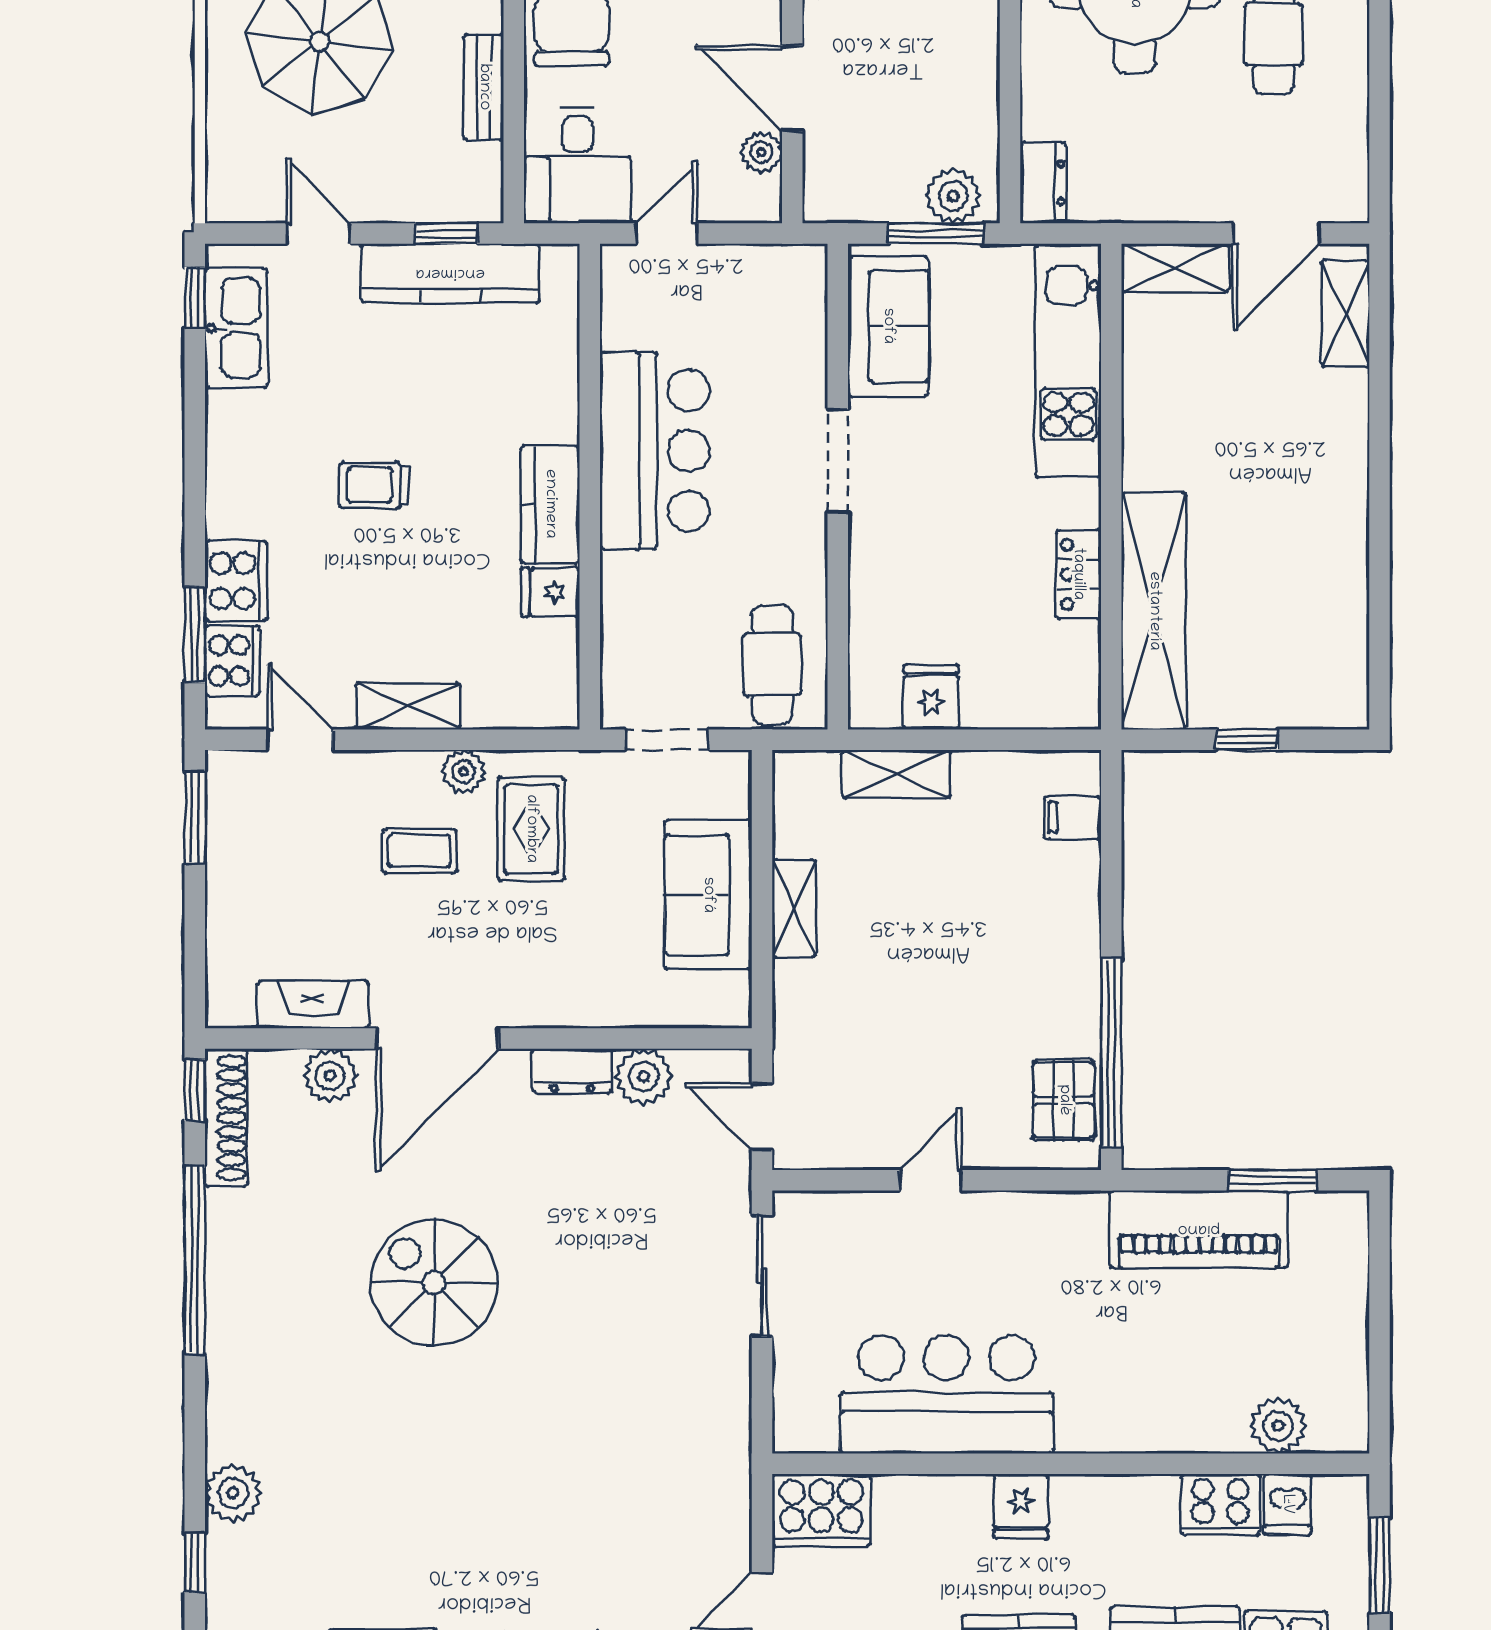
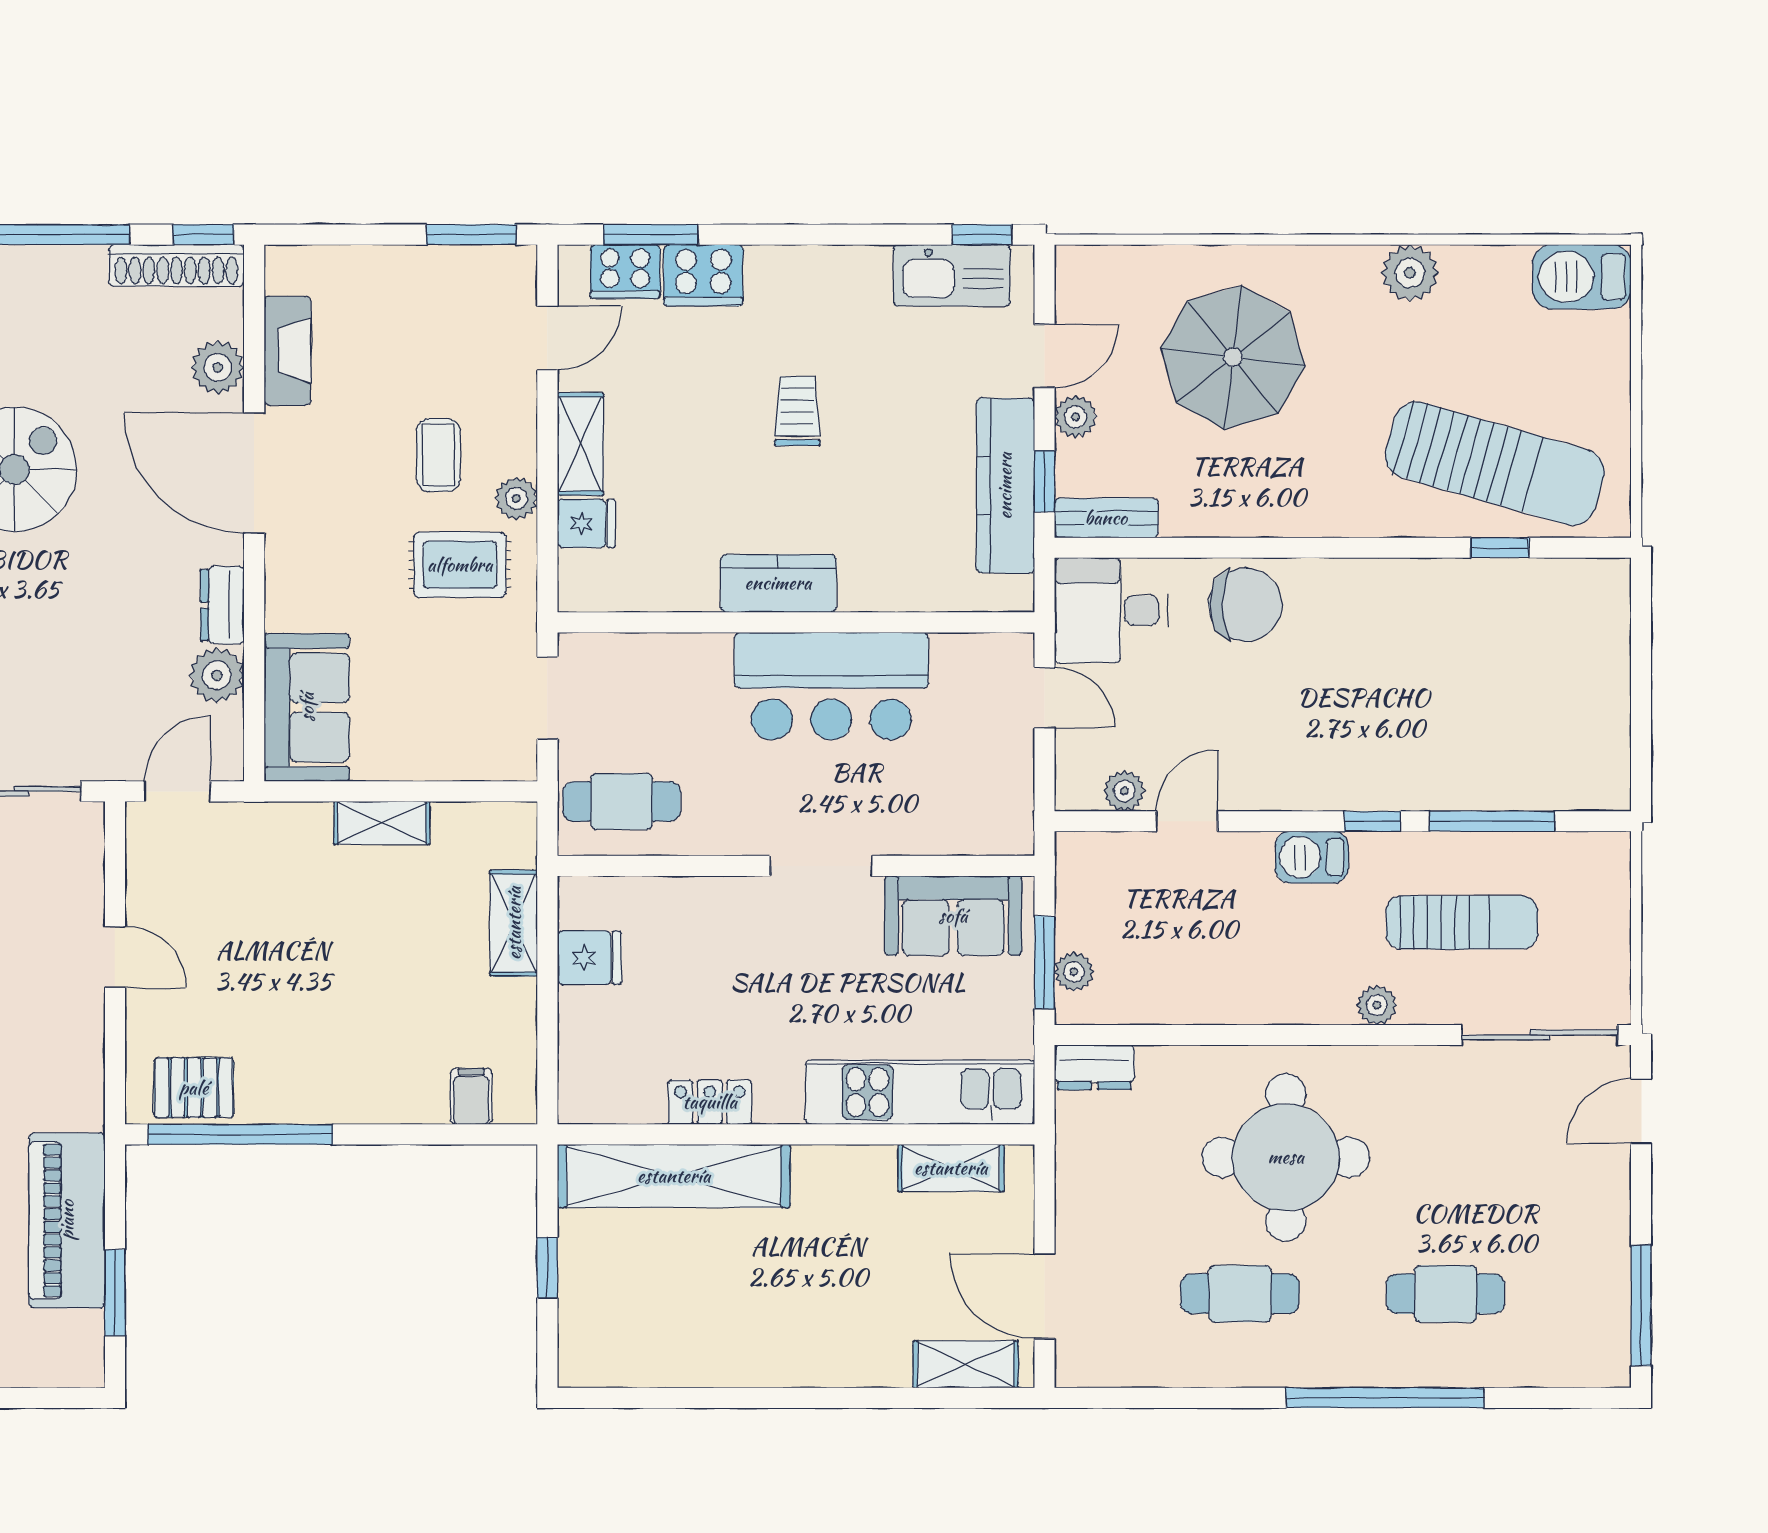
bench: (484, 87) -> (1106, 518), moved
door: (792, 88) -> (1187, 821), width x0.73
plant: (953, 196) -> (1074, 972), width x0.73, depth x0.73
plant: (380, 202) -> (1076, 417), added
shelving: (1175, 268) -> (951, 1168), moved, turned 90
fridge: (550, 592) -> (586, 523), moved, turned 90
sofa: (708, 895) -> (307, 707), moved, turned 90

